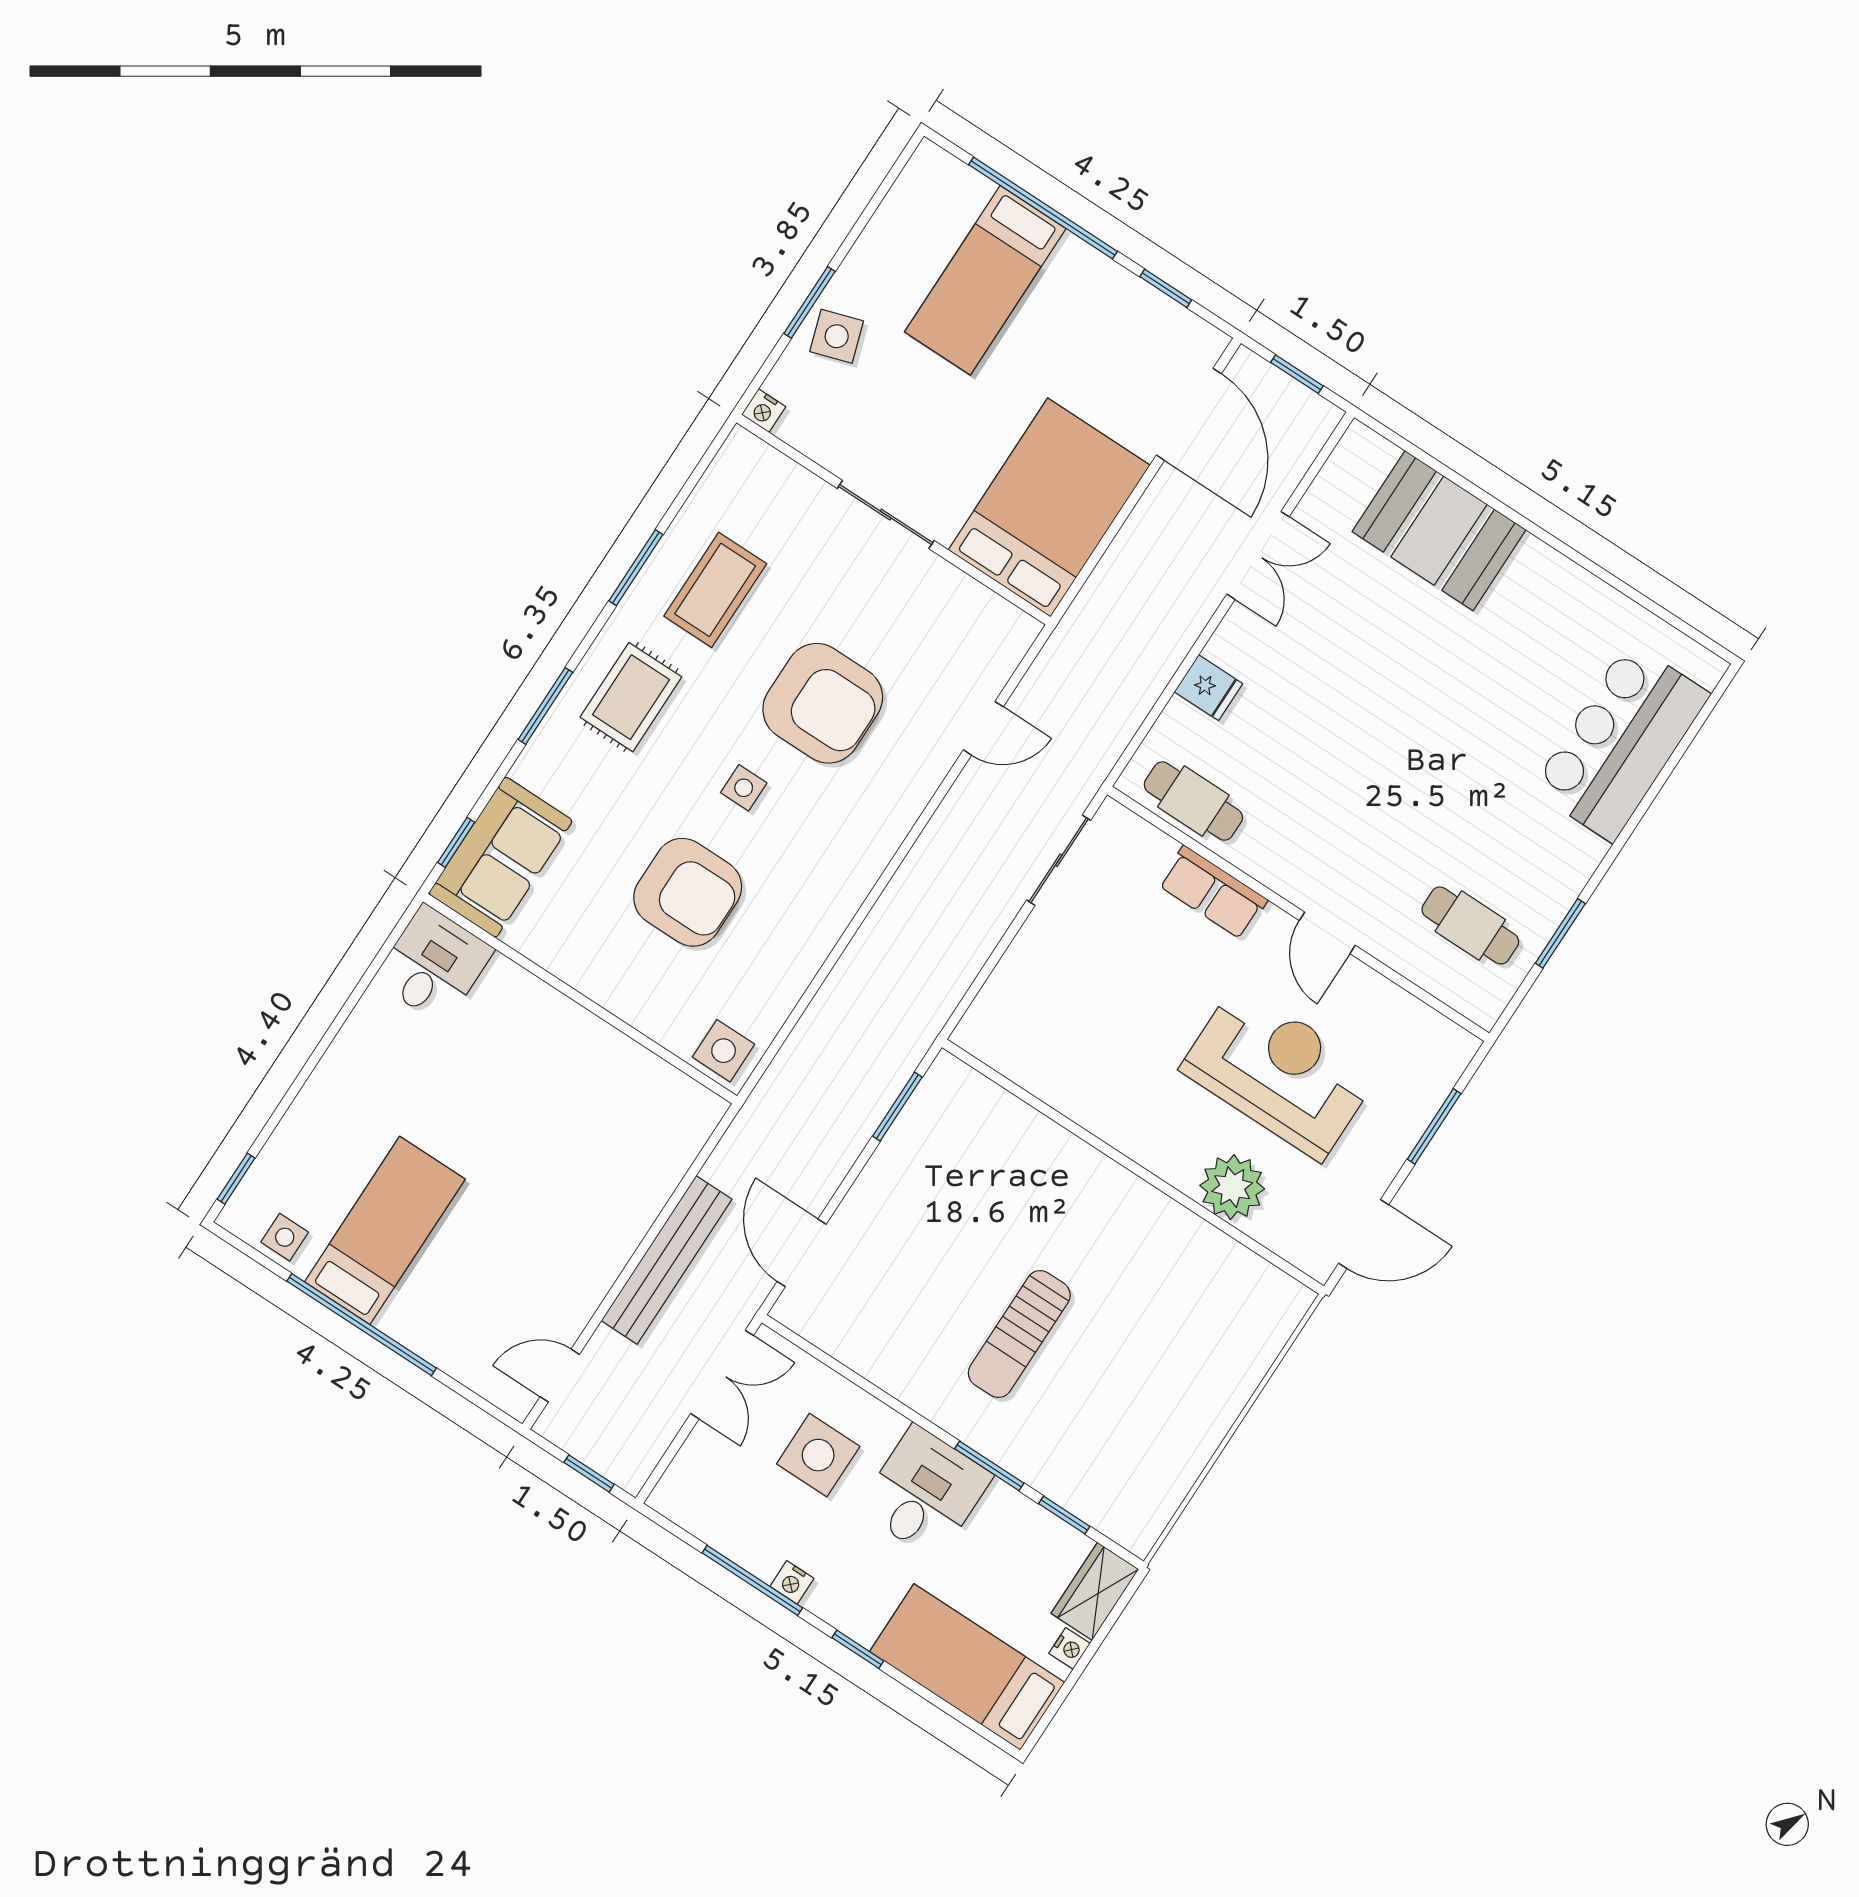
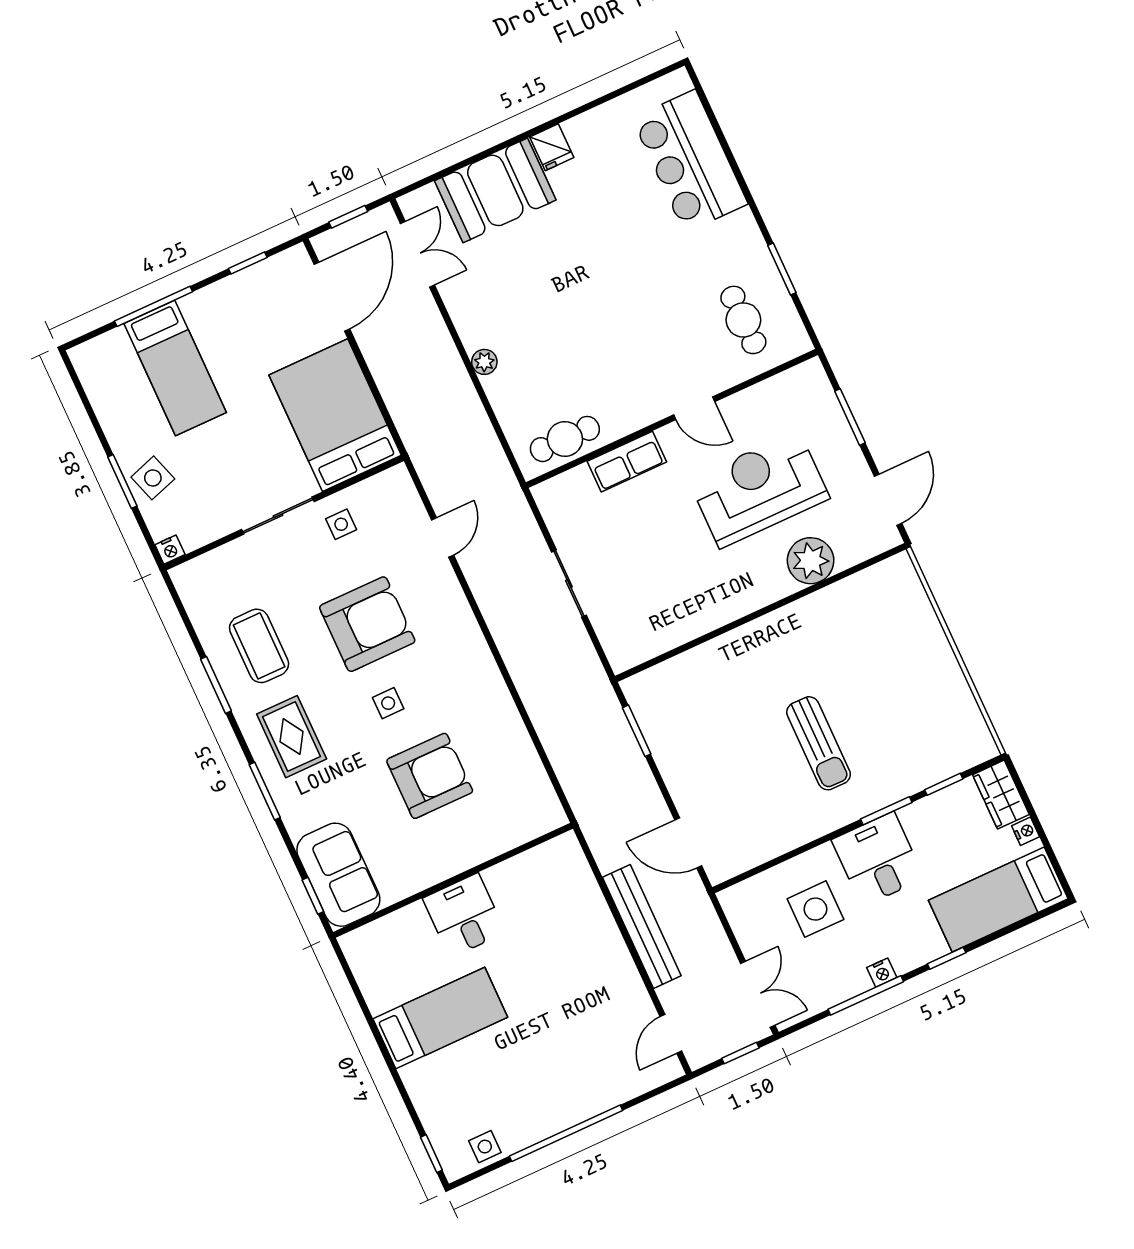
window: (1043, 208) -> (154, 306), width x0.68
door: (1189, 414) -> (332, 297), hinge flipped
double door: (1258, 555) -> (417, 254), moved
plant: (1225, 646) -> (484, 362), added
fridge: (1209, 688) -> (552, 147), moved, turned 90
sliding door: (1059, 860) -> (569, 584), moved
cafe table: (1470, 925) -> (743, 320), turned 90
desk: (434, 965) -> (464, 915), moved
side table: (724, 1051) -> (341, 524), moved, width x0.73, depth x0.73
bed: (385, 1230) -> (440, 1018), moved, turned 90
double door: (722, 1375) -> (758, 994), moved

